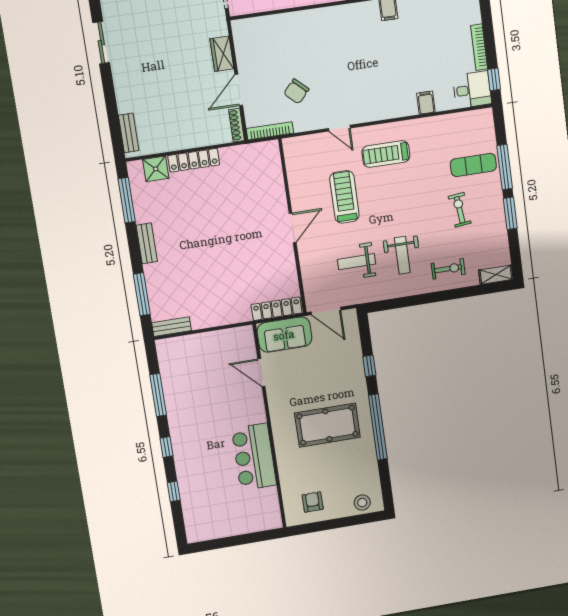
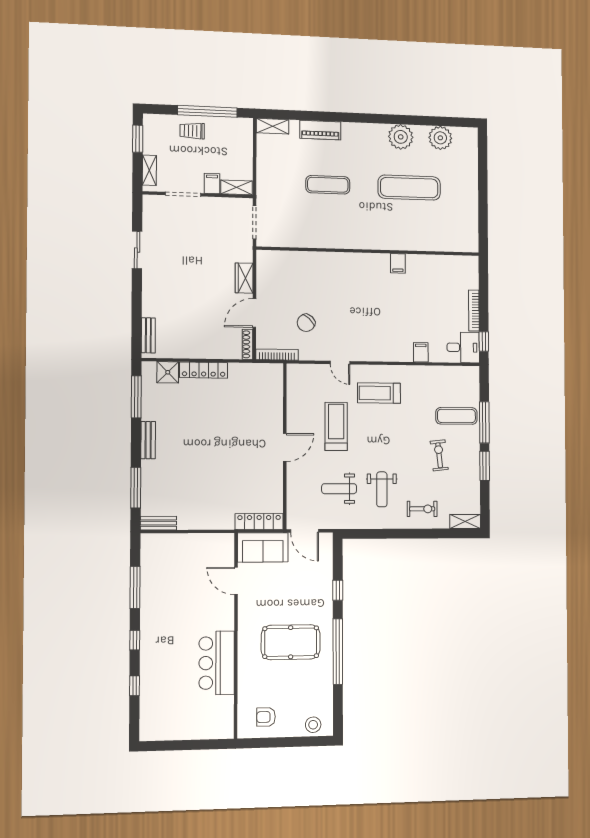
armchair: (313, 502) -> (266, 717), turned -90

